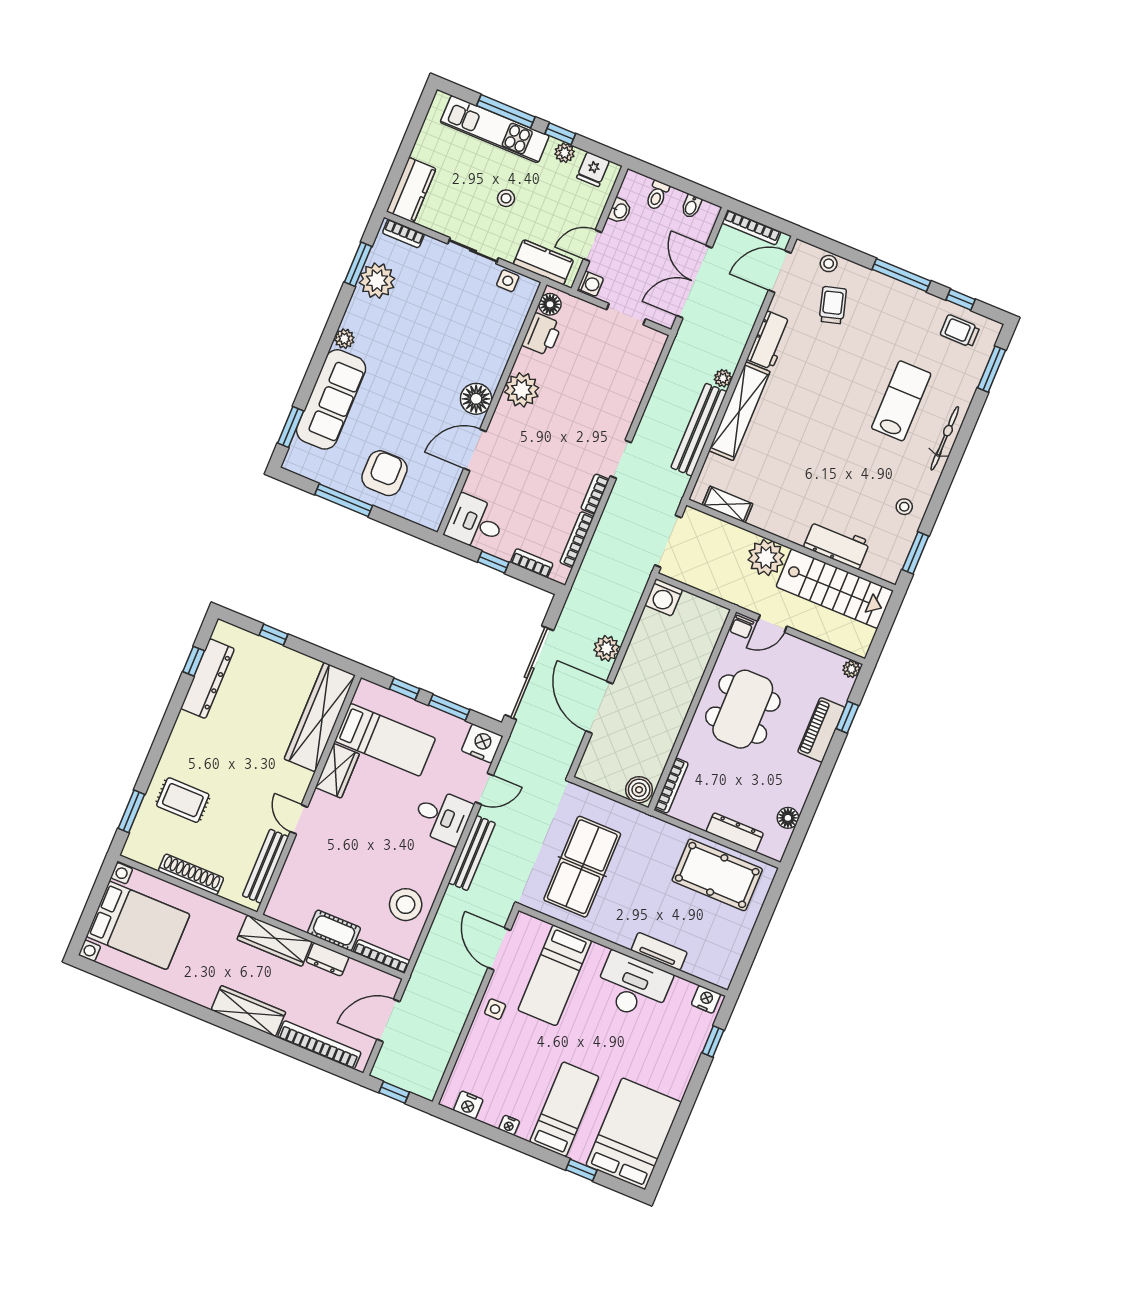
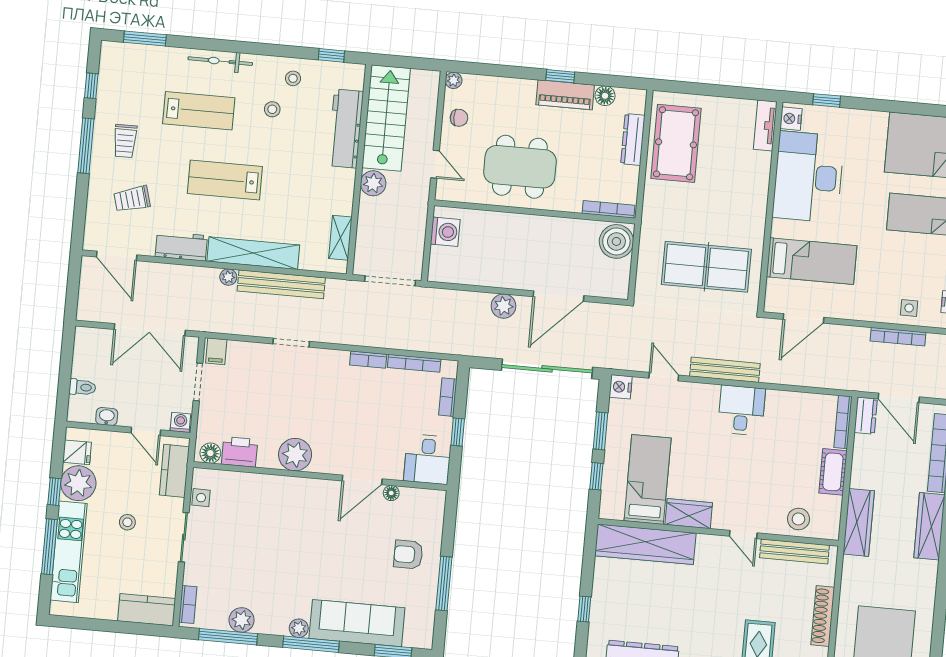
plant: (565, 153) -> (78, 483), width x1.87, depth x1.87
bidet: (691, 206) -> (83, 354), removed
bookcase: (751, 227) -> (898, 337), moved, turned 90
window: (358, 264) -> (228, 637), width x1.44
stool: (829, 264) -> (272, 109), moved
plant: (377, 281) -> (242, 620), width x0.73, depth x0.73
trolley: (960, 331) -> (125, 141), moved
filing cabinet: (652, 342) -> (216, 351), added
window: (324, 346) -> (311, 644), added
floor lamp: (476, 399) -> (391, 493), moved, width x0.53, depth x0.53
lab bench: (901, 401) -> (199, 111), turned 180
lab bench: (823, 405) -> (225, 180), added
door: (475, 450) -> (362, 480), hinge flipped
doorway: (621, 459) -> (291, 343), moved
armchair: (384, 473) -> (408, 555), width x0.72, depth x0.72
workbench: (837, 544) -> (346, 128), width x1.38
window: (915, 553) -> (331, 55), width x0.67
plant: (766, 558) -> (373, 183), width x0.73, depth x0.73
washing machine: (664, 597) -> (445, 232), moved
chair: (742, 627) -> (459, 118), moved
window: (847, 717) -> (560, 76), moved
piano: (821, 730) -> (565, 95), moved
nightstand: (482, 743) -> (621, 387), width x0.74, depth x0.75
boiler: (639, 790) -> (616, 241), width x1.37, depth x1.37
desk: (442, 816) -> (741, 410), moved
door: (299, 819) -> (743, 534), hinge flipped
stool: (406, 905) -> (798, 519), moved, width x0.73, depth x0.73
tv unit: (659, 951) -> (765, 125), moved
dresser: (327, 959) -> (866, 416), moved
desk: (633, 986) -> (808, 177), width x1.36, depth x1.30
side table: (495, 1009) -> (909, 308), moved

